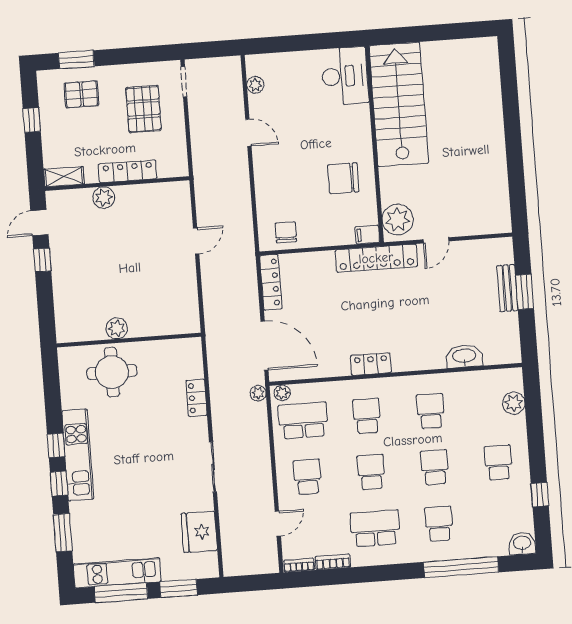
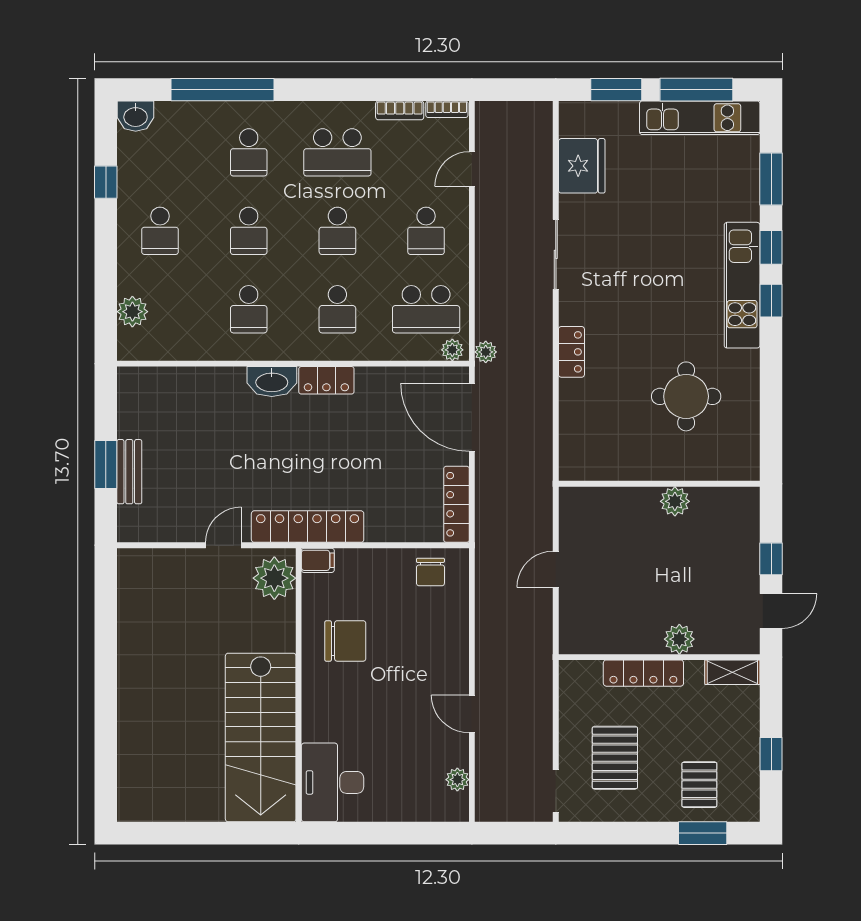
pallet: (81, 94) -> (699, 785), turned 90
plant: (117, 328) -> (675, 501), moved
wall: (129, 340) -> (659, 484), moved
washbasin: (464, 356) -> (272, 381), moved

